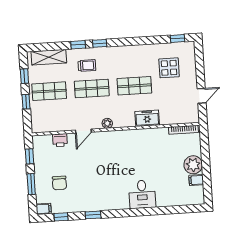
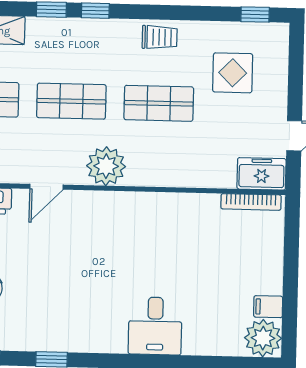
trolley: (87, 66) -> (160, 37), moved
freezer: (147, 118) -> (262, 174), moved
plant: (107, 123) -> (106, 166), width x1.88, depth x1.88
plant: (193, 165) -> (263, 338), moved

